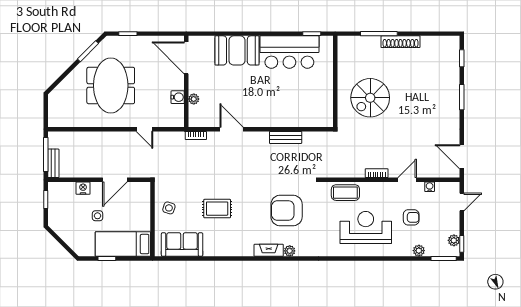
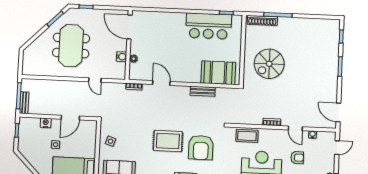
shoe rack: (400, 42) -> (262, 20), moved
booth: (237, 50) -> (218, 73), moved
door: (407, 180) -> (295, 128), swing flipped
rug: (217, 209) -> (168, 141), moved, width x1.36, depth x1.43
armchair: (287, 210) -> (201, 148), turned -90

